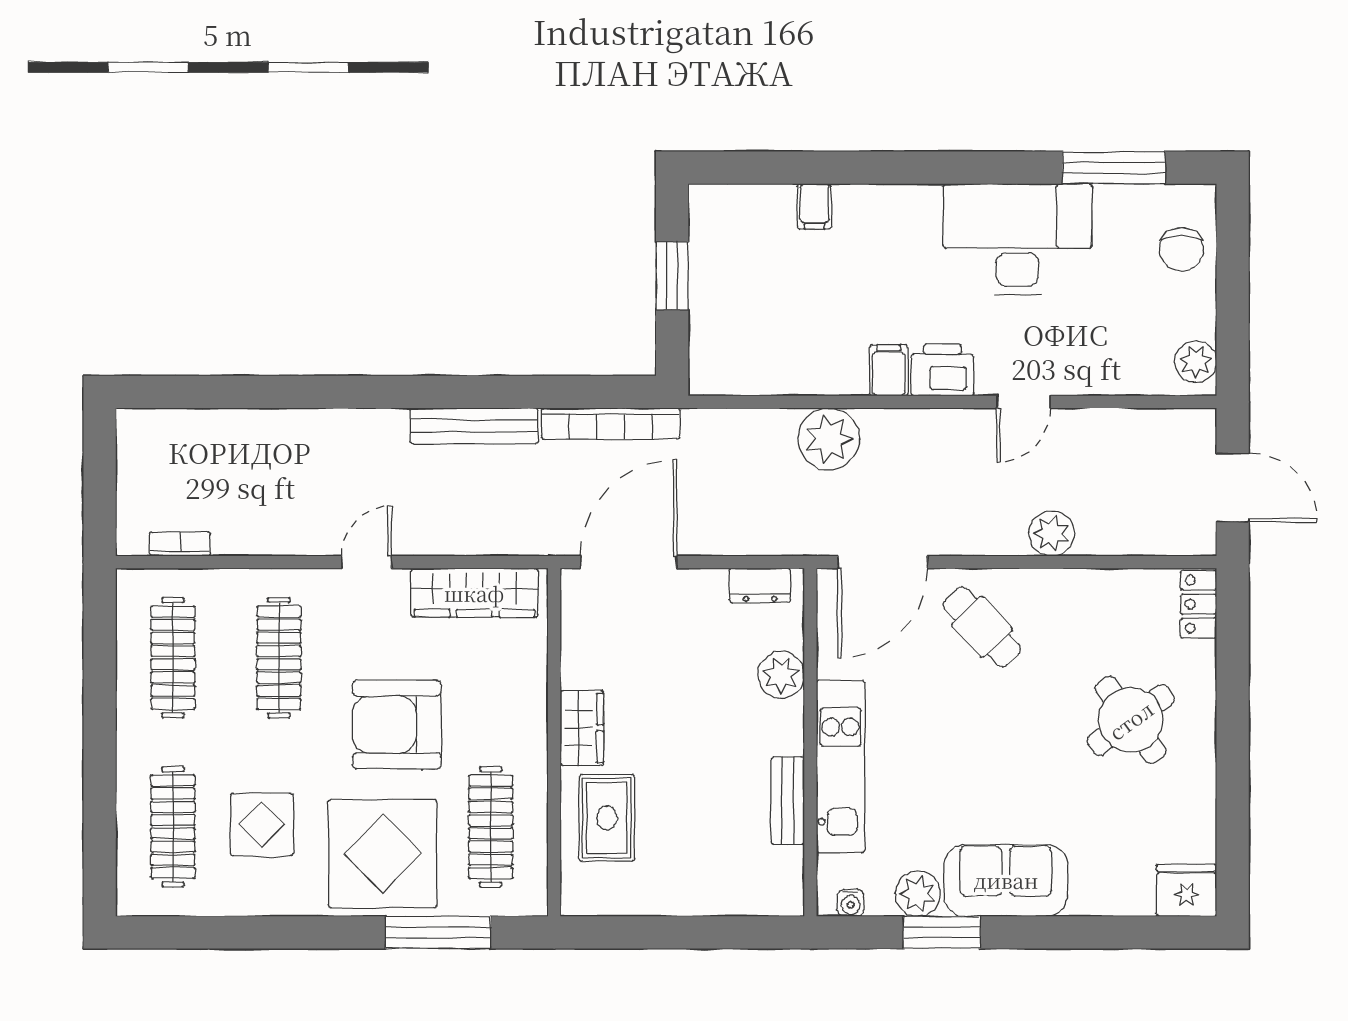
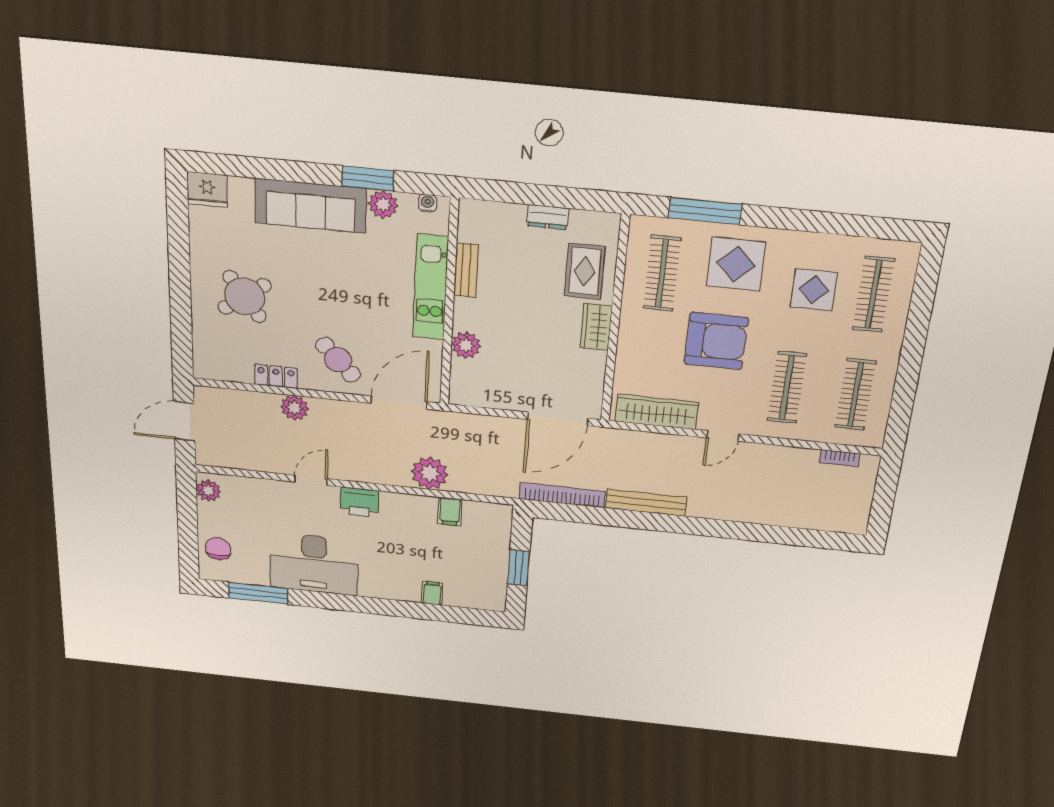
filing cabinet: (889, 370) -> (450, 512), moved
door: (1233, 488) -> (184, 421), hinge flipped
dresser: (760, 585) -> (548, 217), moved, turned 180
locker: (1198, 604) -> (276, 376), moved, turned -90
display table: (383, 854) -> (736, 264), width x0.73, depth x0.73
sofa: (1006, 880) -> (310, 206), width x1.36

